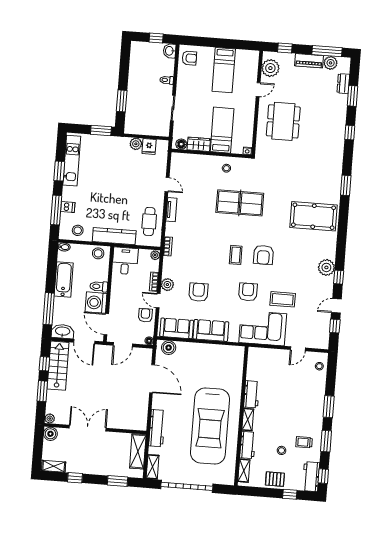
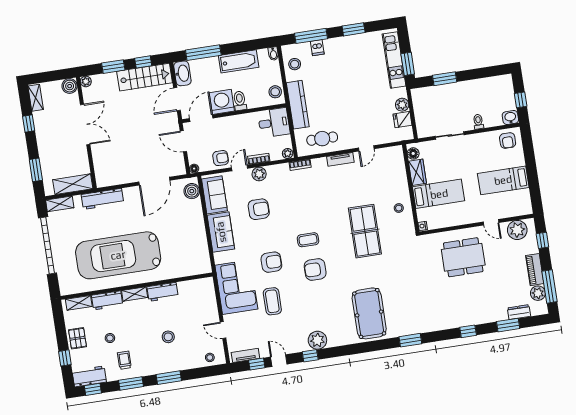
kitchen unit: (72, 161) -> (394, 60), moved, turned 90
tv unit: (325, 334) -> (245, 355), added
stool: (293, 399) -> (168, 337), added

